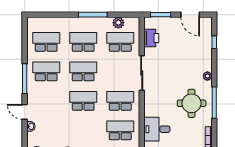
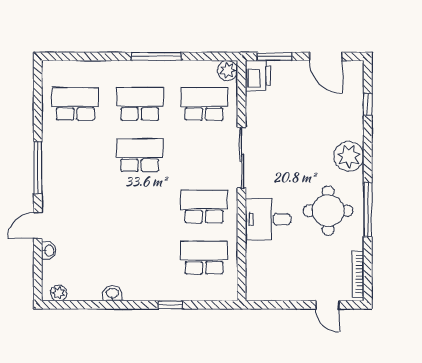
plant: (118, 23) -> (228, 70), moved
printer: (151, 38) -> (258, 76), moved
school desk: (46, 71) -> (75, 155), removed
plant: (207, 76) -> (349, 156), width x1.88, depth x1.88
school desk: (83, 101) -> (140, 206), removed
door: (25, 112) -> (38, 225), hinge flipped
desk: (157, 129) -> (268, 219), moved

